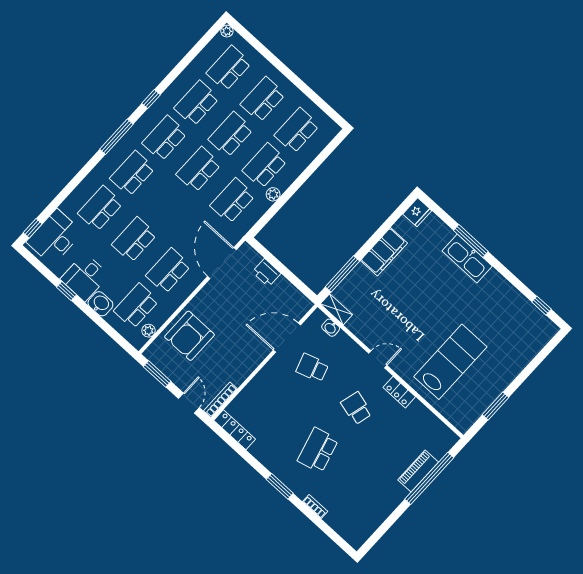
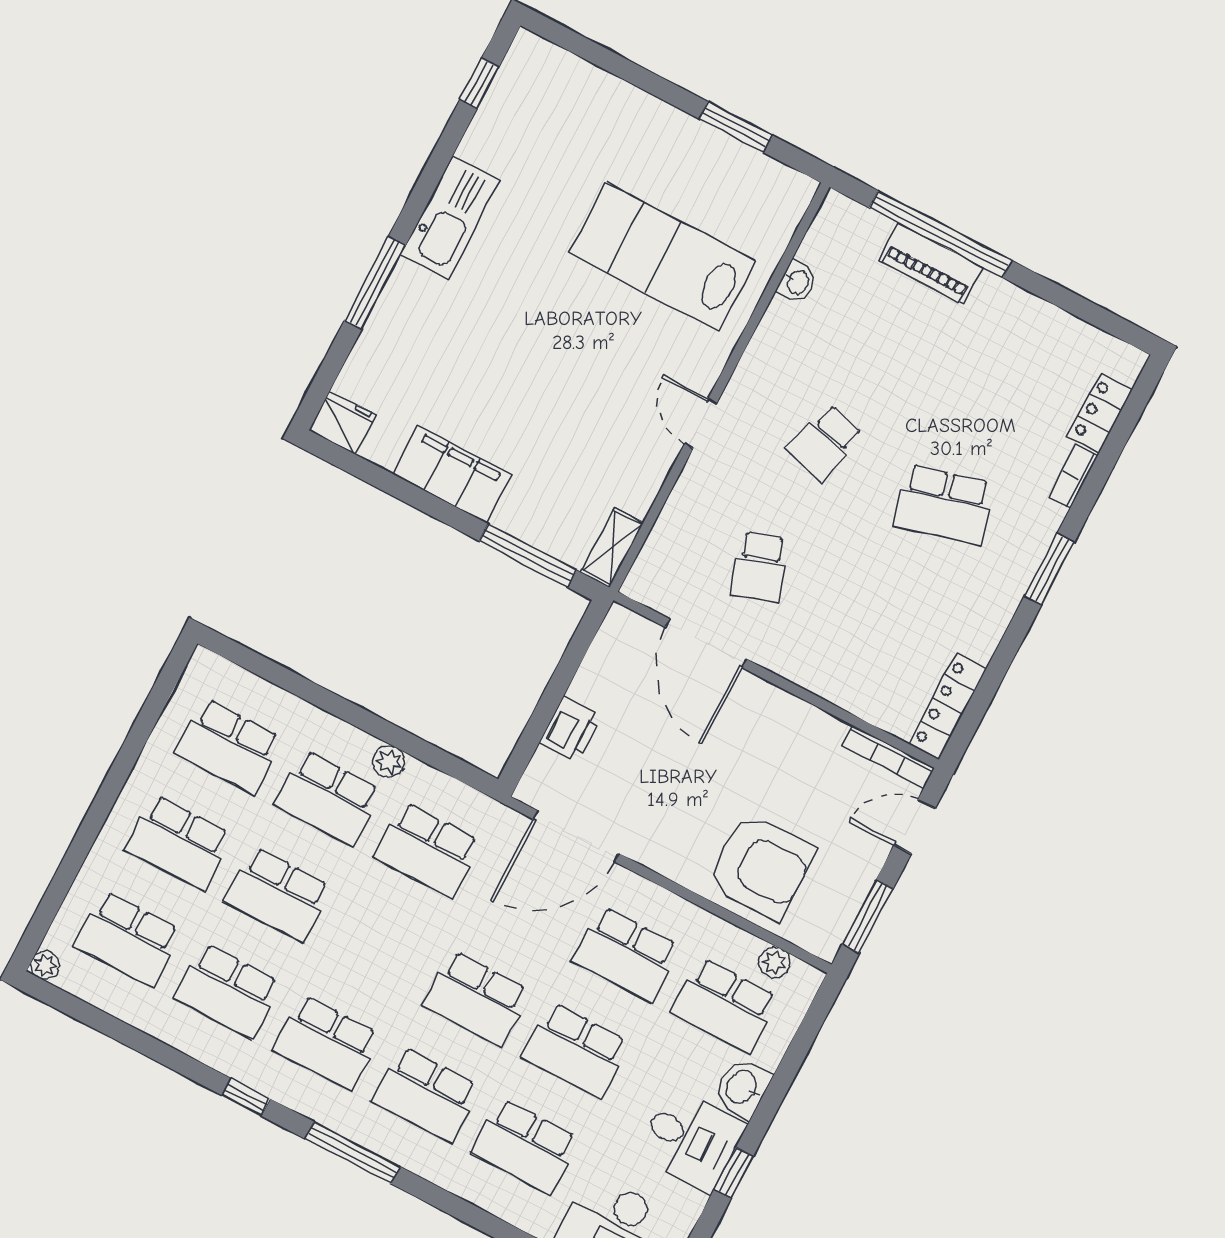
school desk: (199, 169) -> (476, 998), moved
kitchen sink: (467, 258) -> (450, 217), moved
washbasin: (331, 328) -> (797, 282), moved
locker: (399, 392) -> (1100, 413), moved, turned 180

